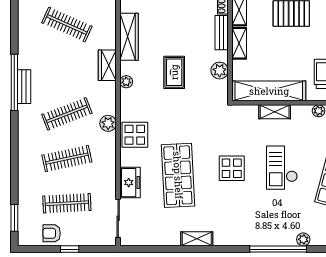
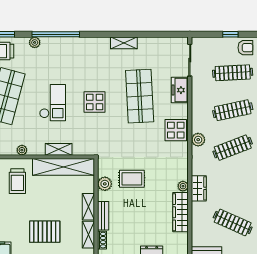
rug: (174, 72) -> (132, 179), moved, turned 90
plant: (126, 82) -> (183, 186), moved

